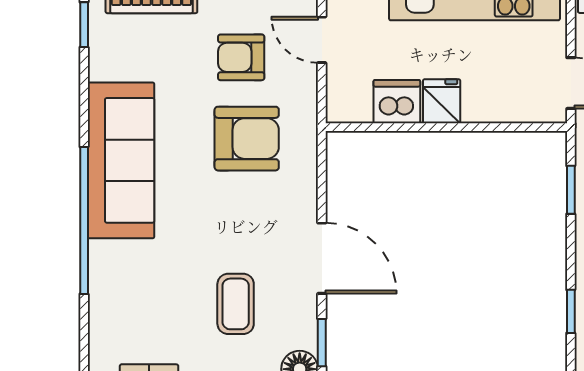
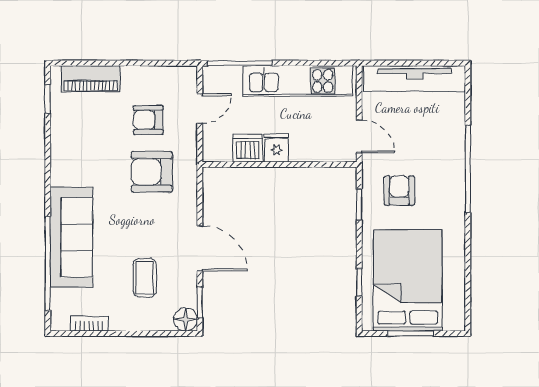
door: (322, 40) -> (200, 109), swing flipped
armchair: (247, 139) -> (152, 172), turned 180
sofa: (121, 160) -> (71, 237), moved
window: (84, 220) -> (48, 263), moved

